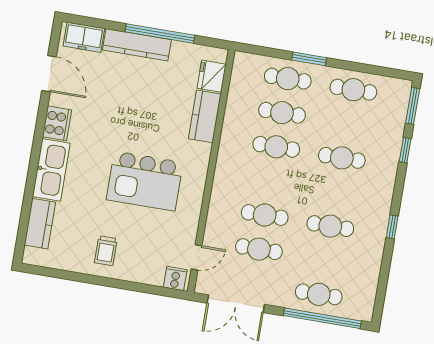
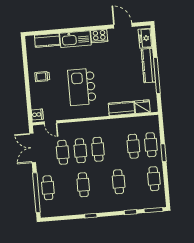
door: (49, 74) -> (123, 26), swing flipped
cafe table: (276, 147) -> (98, 149), moved

